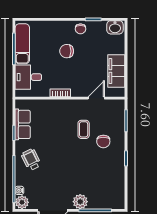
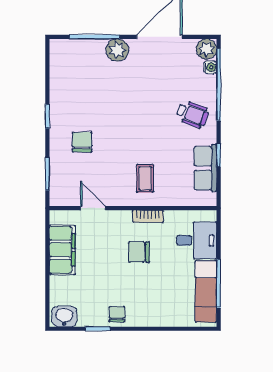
chair: (67, 51) -> (139, 252), moved, turned 180
door: (96, 98) -> (93, 208), swing flipped
coffee table: (84, 129) -> (145, 178), moved
wheelchair: (31, 160) -> (192, 114), turned -44

